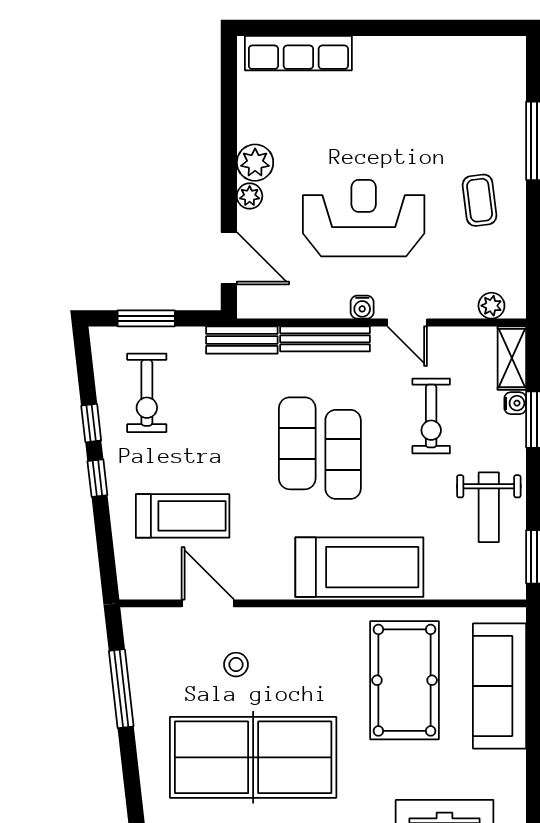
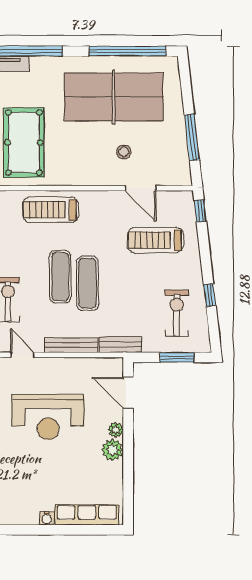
water cooler: (362, 307) -> (47, 518), moved, turned 180
window: (97, 478) -> (200, 211), moved
treadmill: (359, 567) -> (51, 210), width x0.73, depth x0.73

